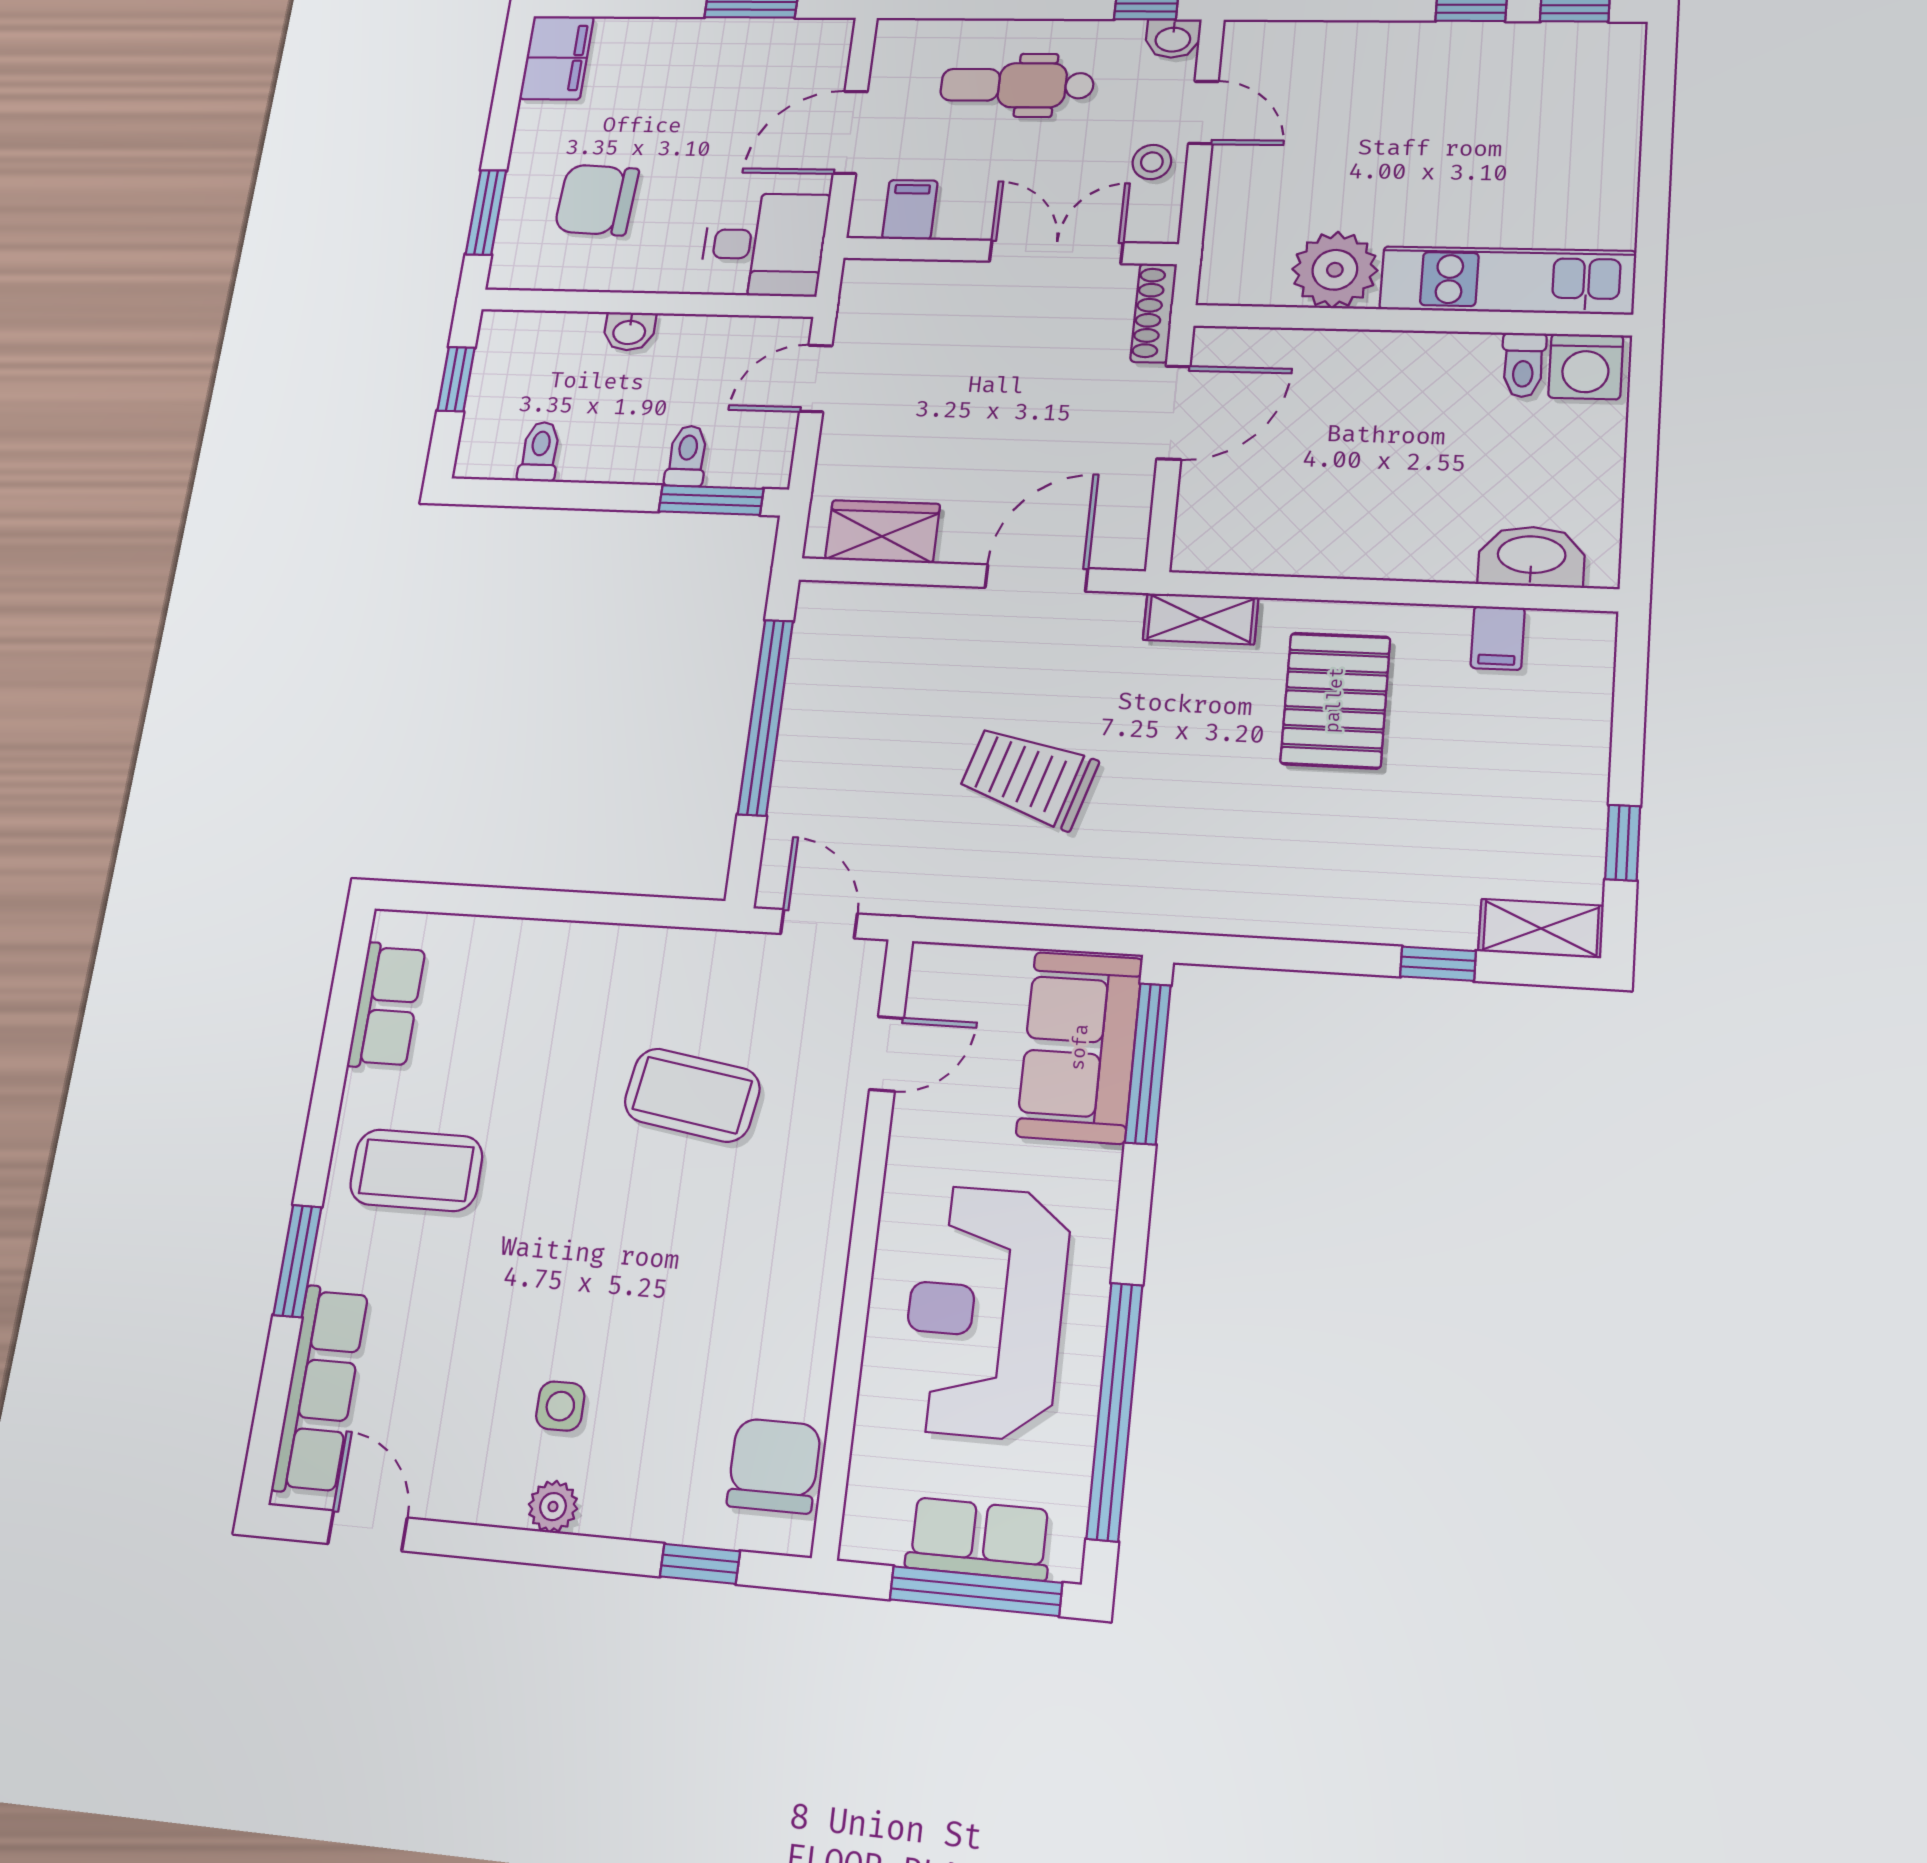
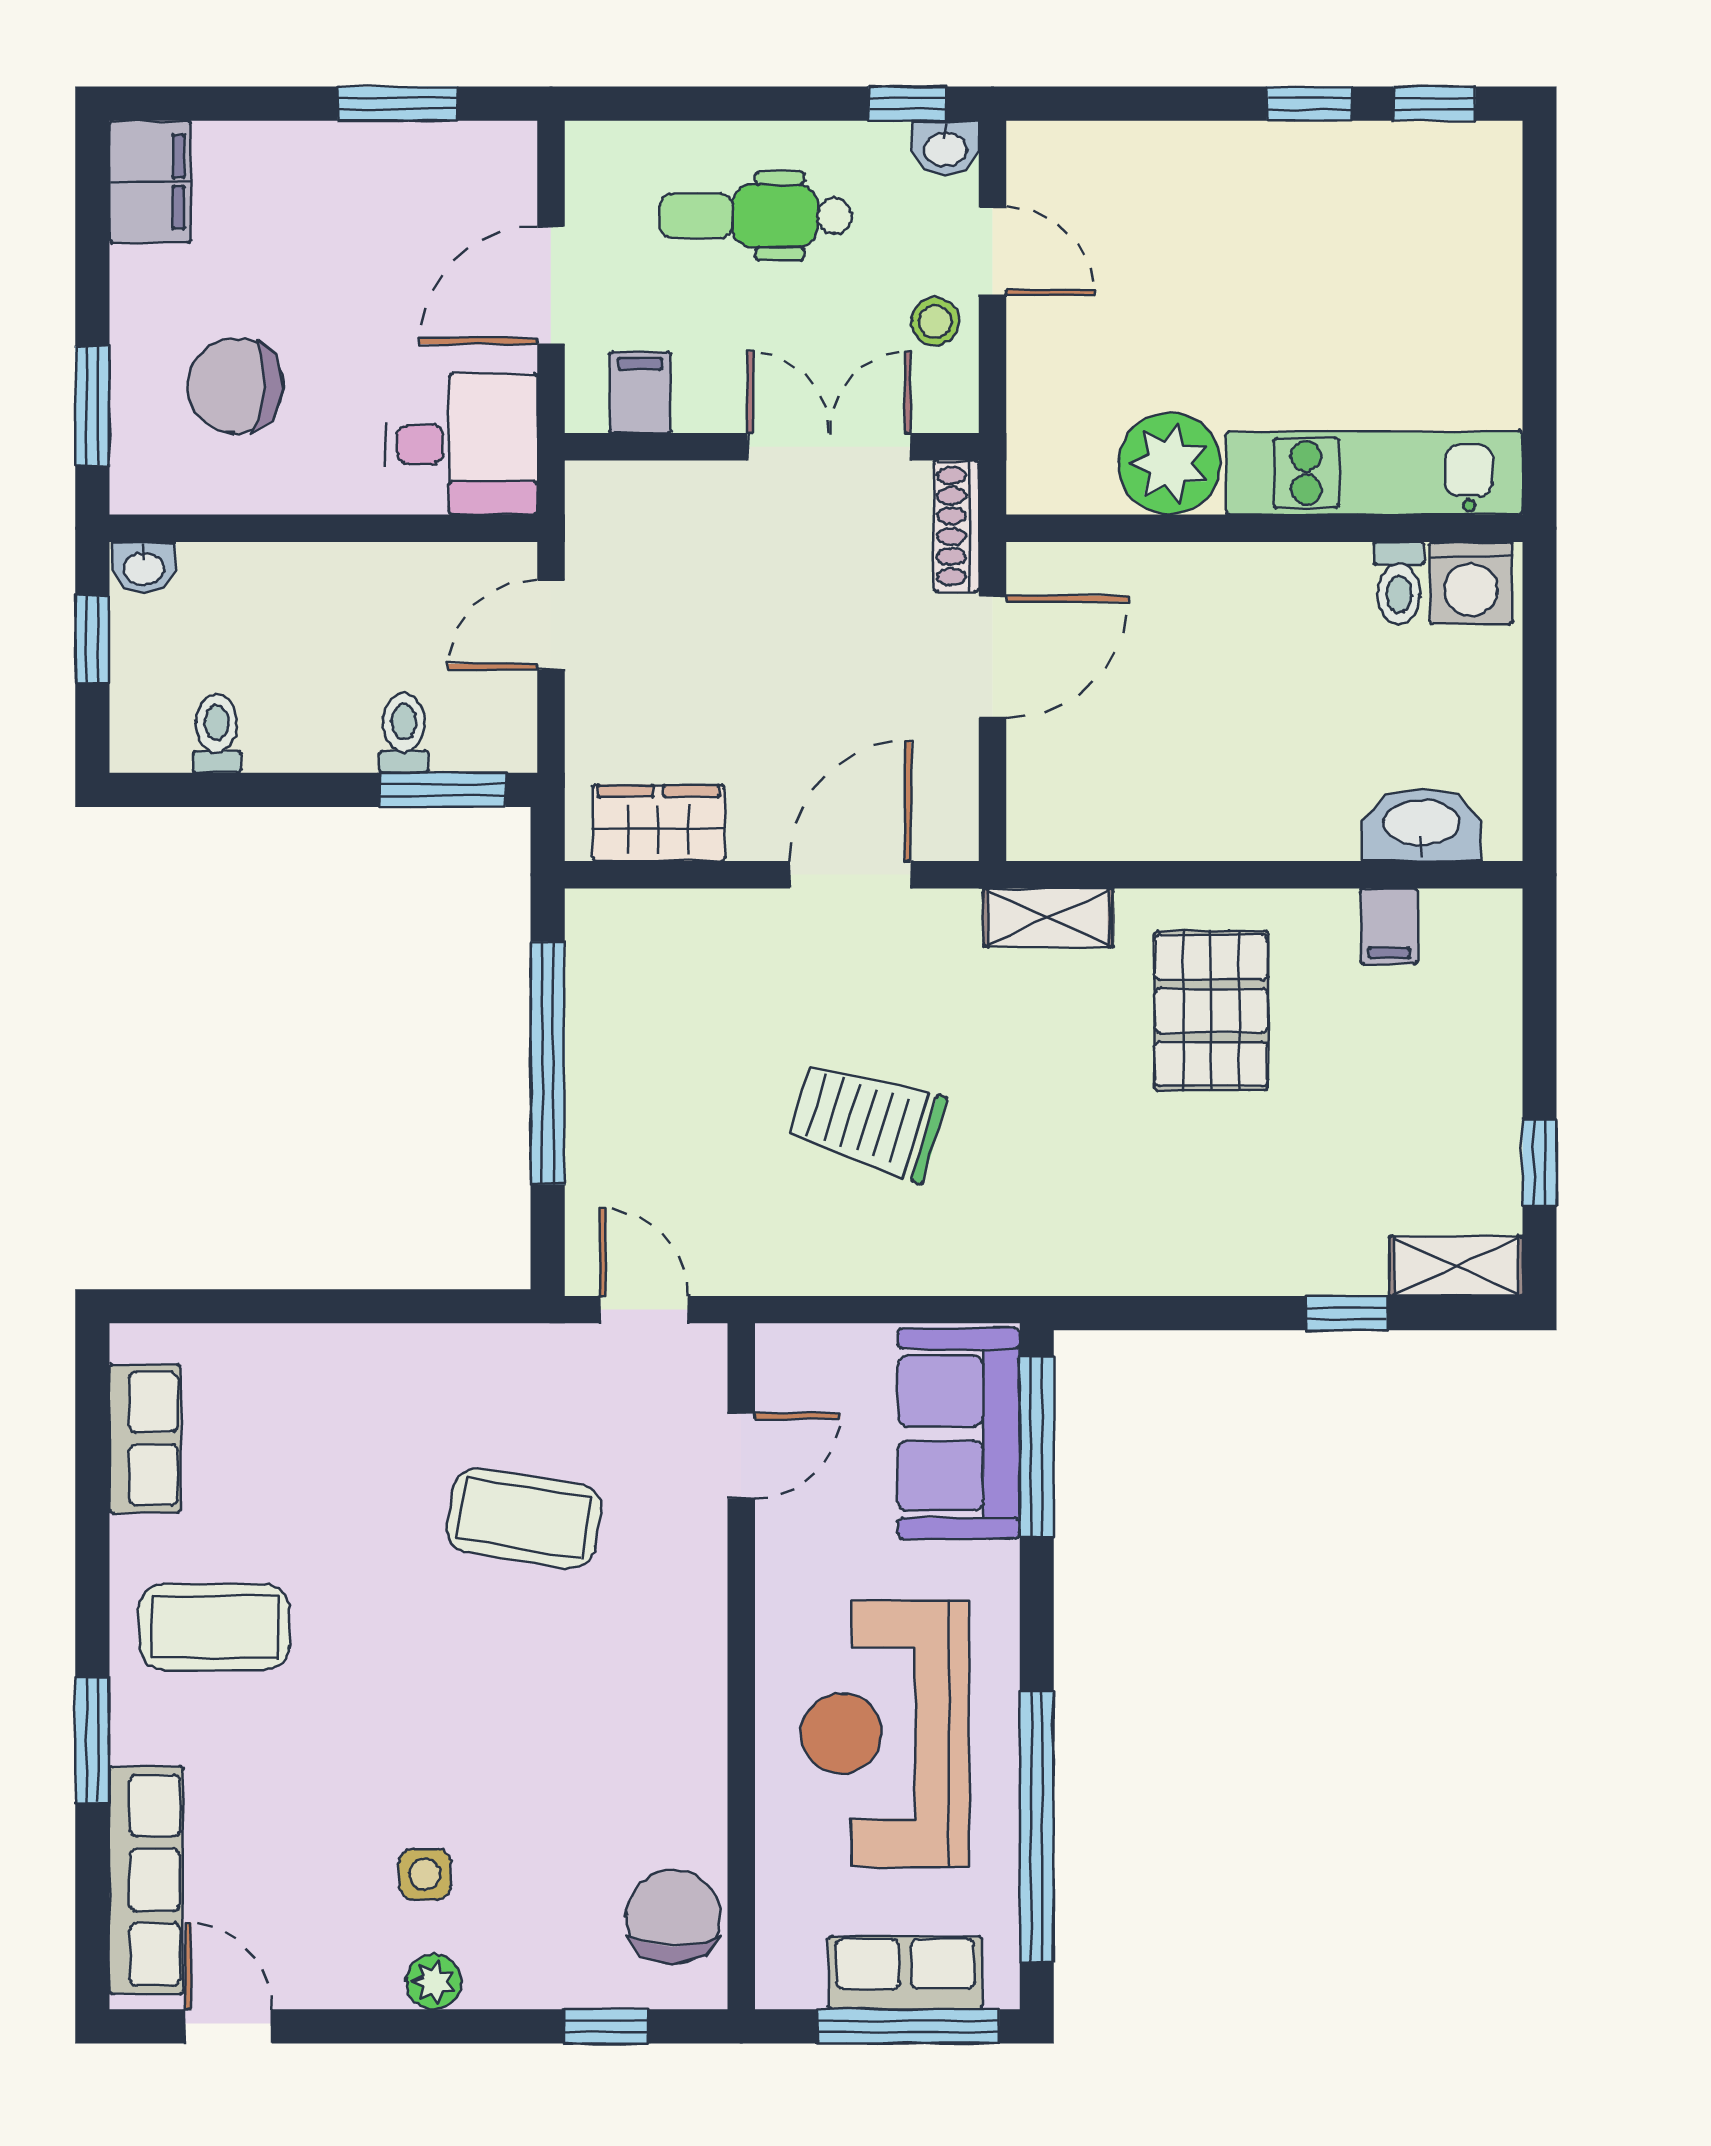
washbasin: (629, 331) -> (144, 568), moved

